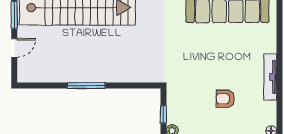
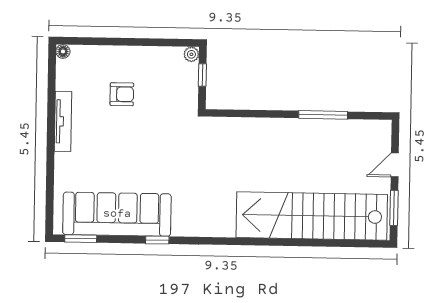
window: (86, 86) -> (323, 115), moved

